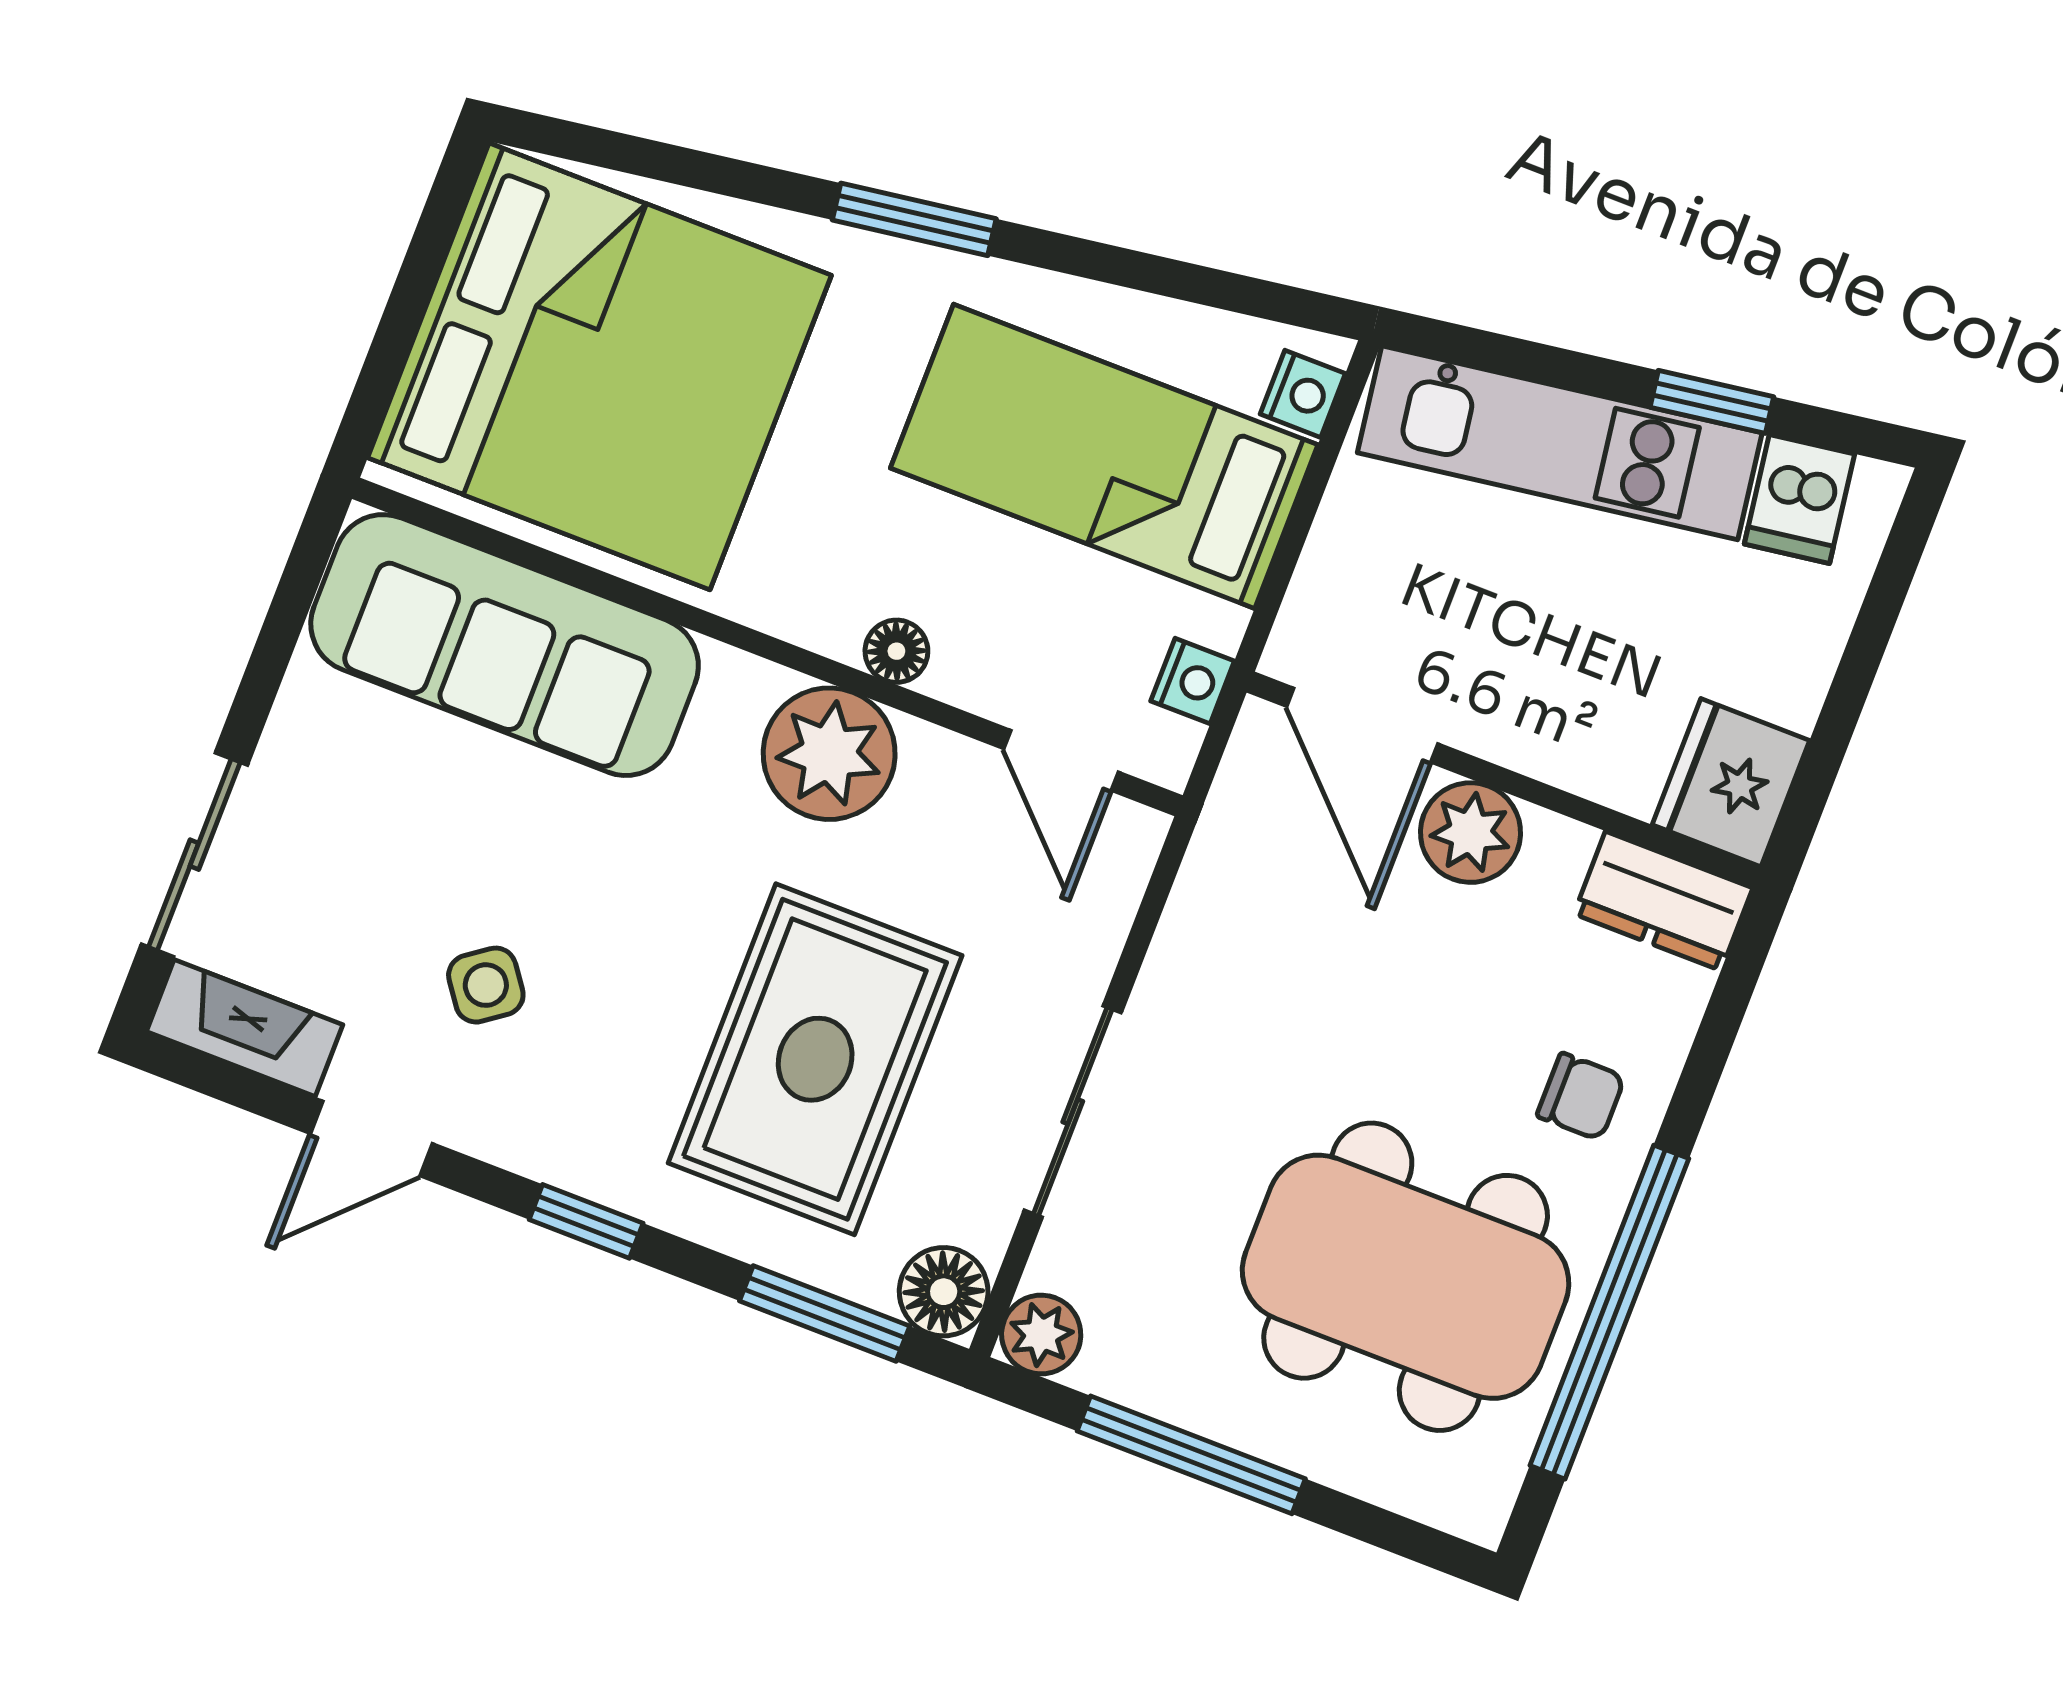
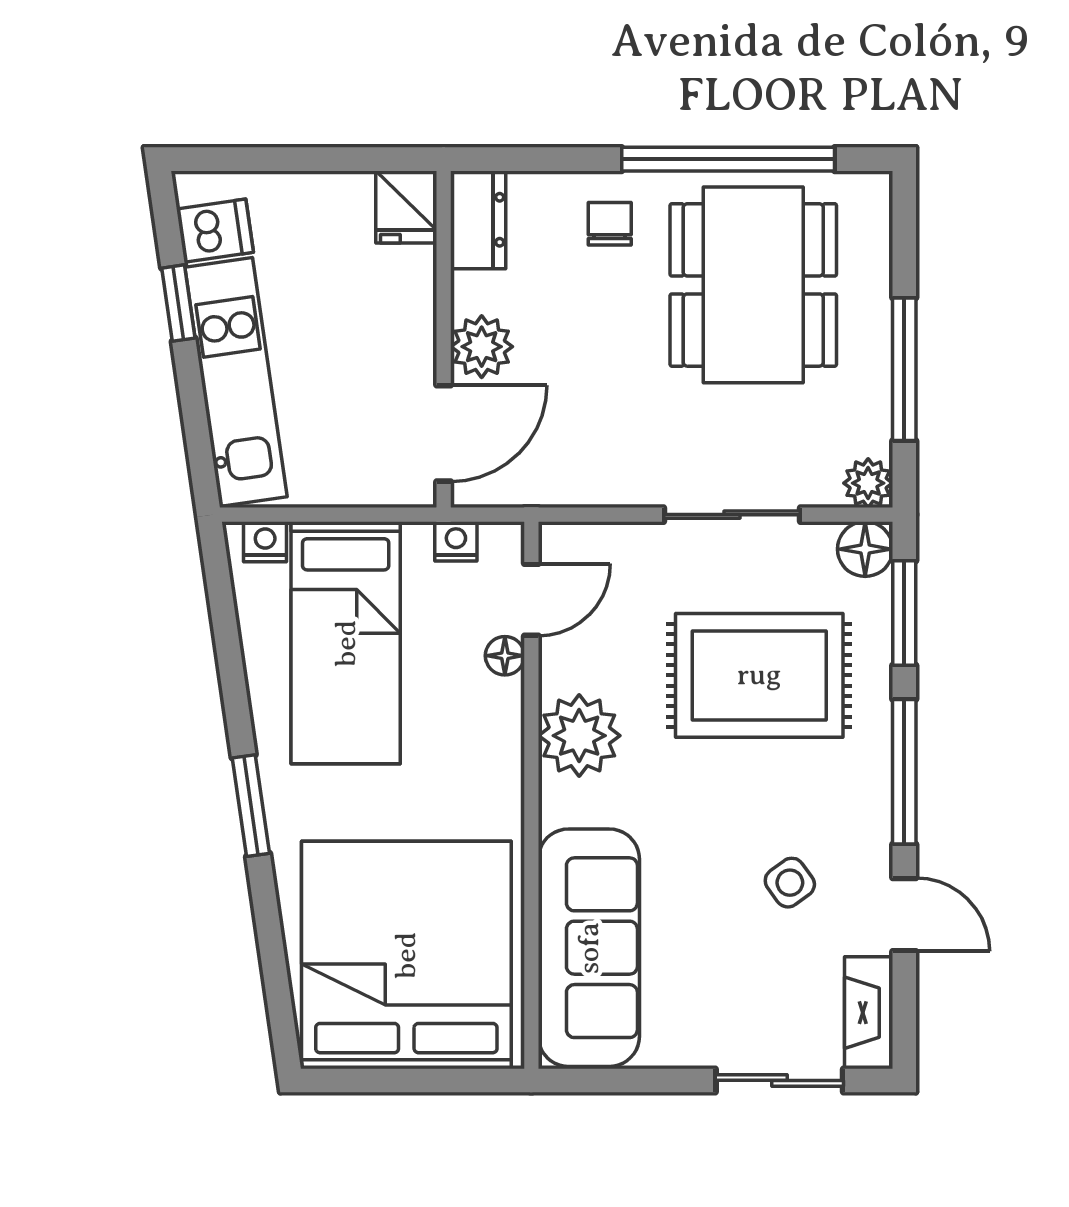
floor lamp: (896, 651) -> (505, 656), moved
fridge: (1731, 783) -> (406, 207), width x0.72
window: (586, 1221) -> (904, 772), width x2.17

